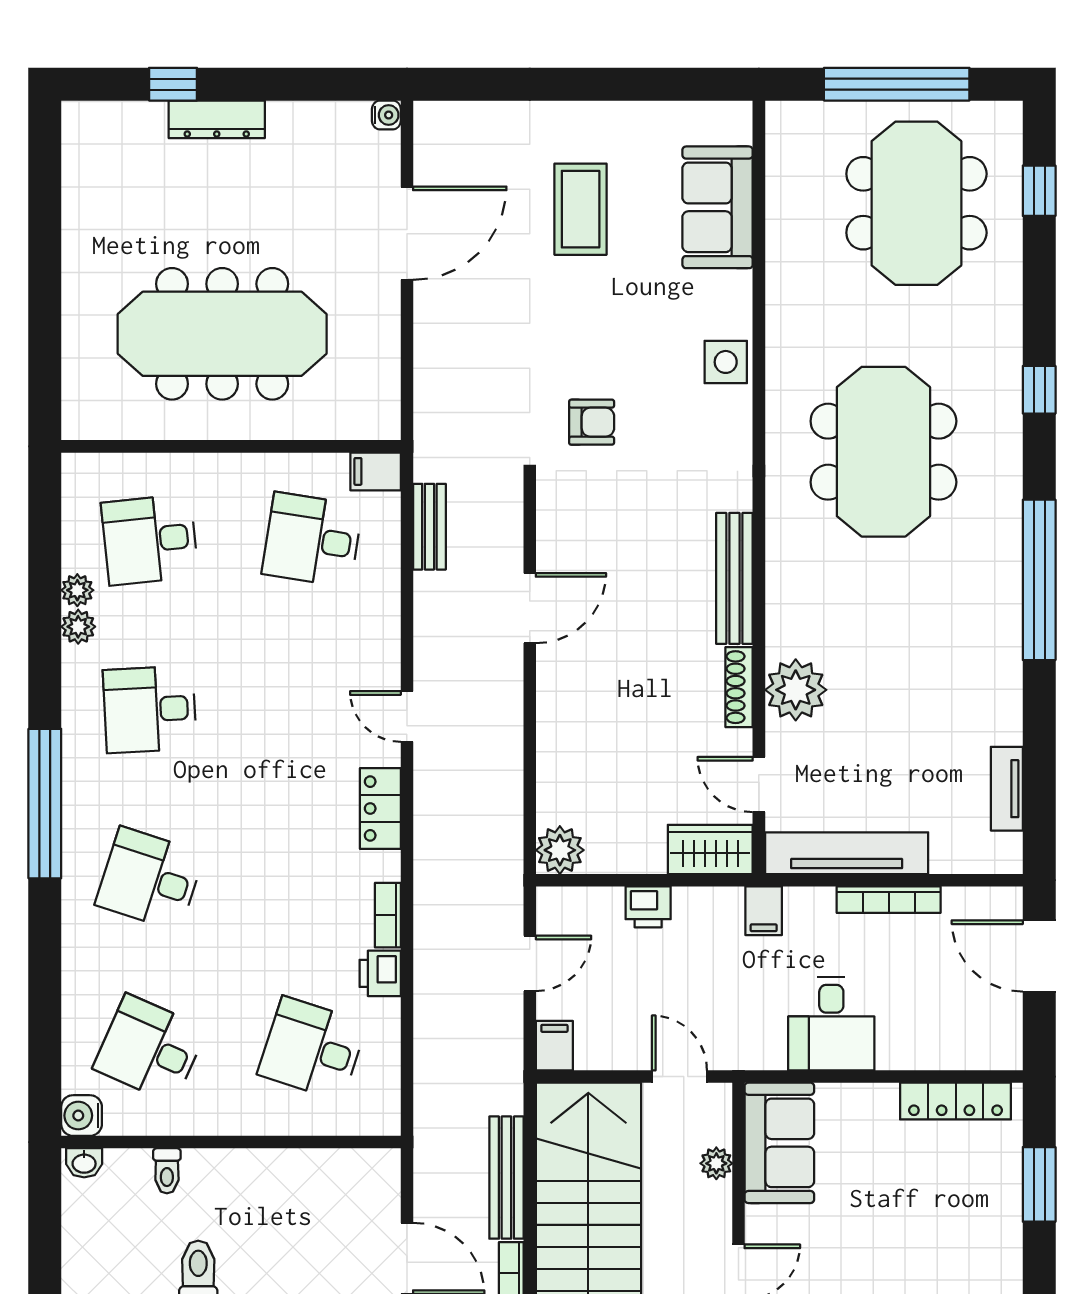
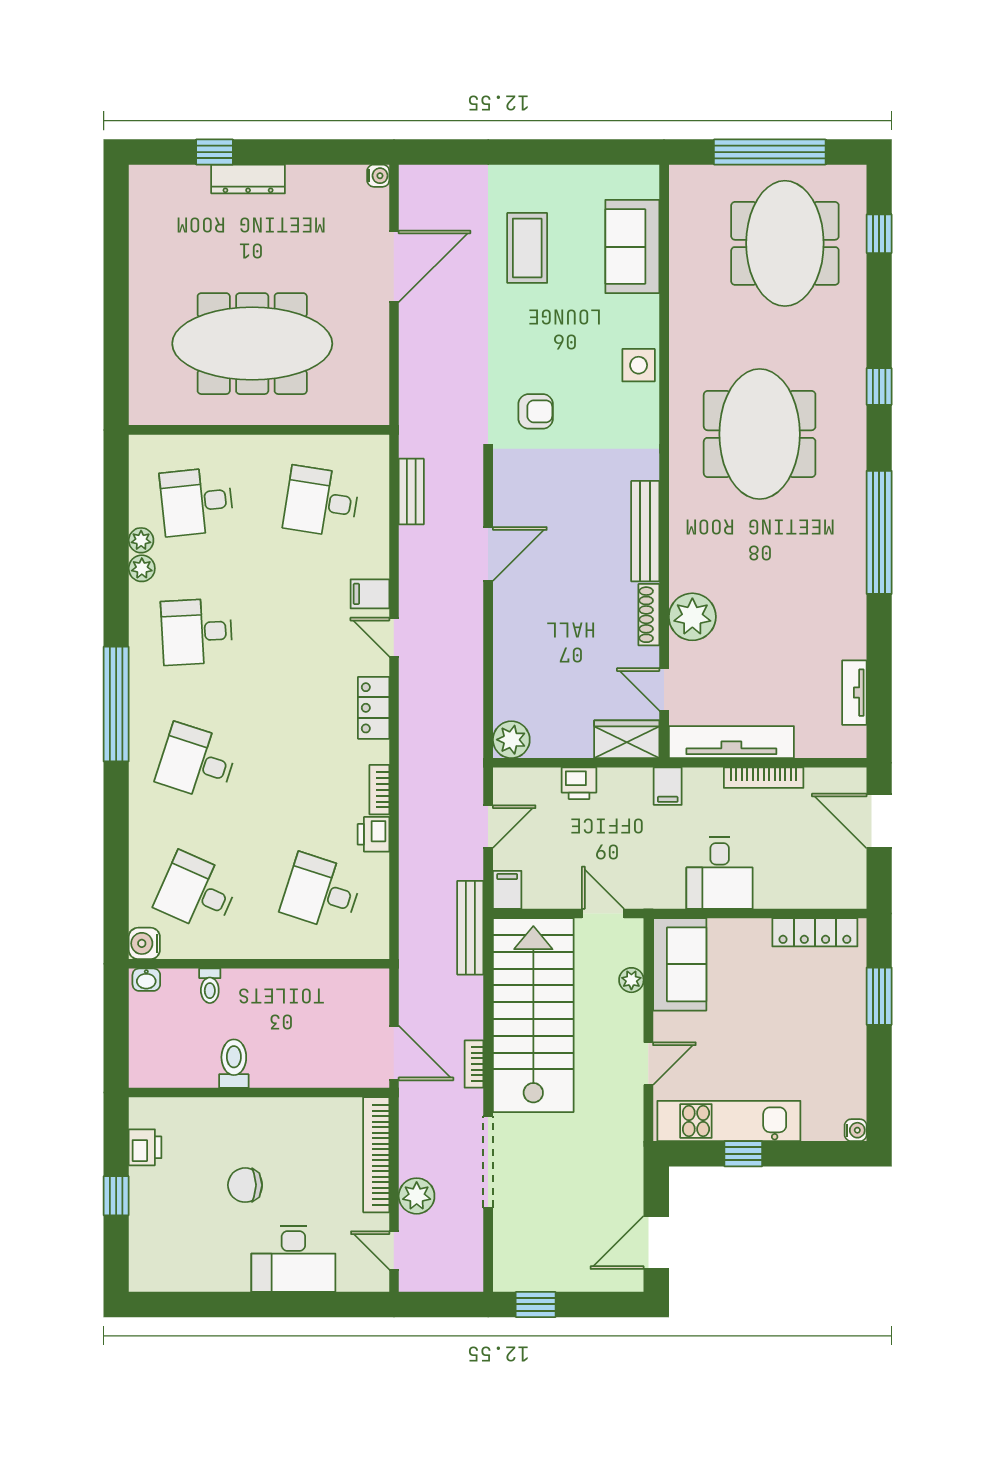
filing cabinet: (376, 471) -> (370, 594), moved
bench: (506, 1178) -> (470, 928), moved

